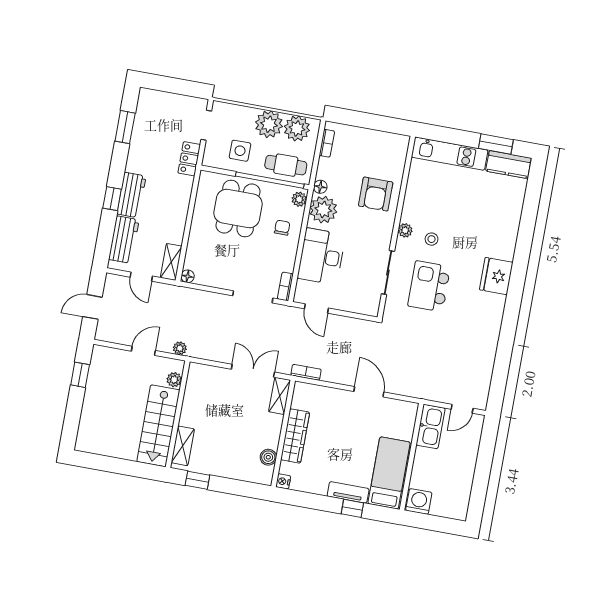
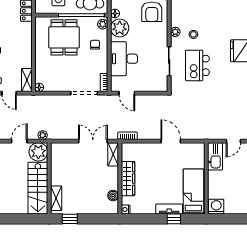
plant: (174, 380) -> (38, 152), width x1.87, depth x1.87

